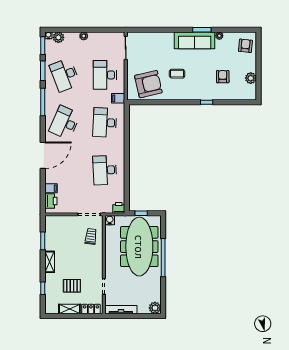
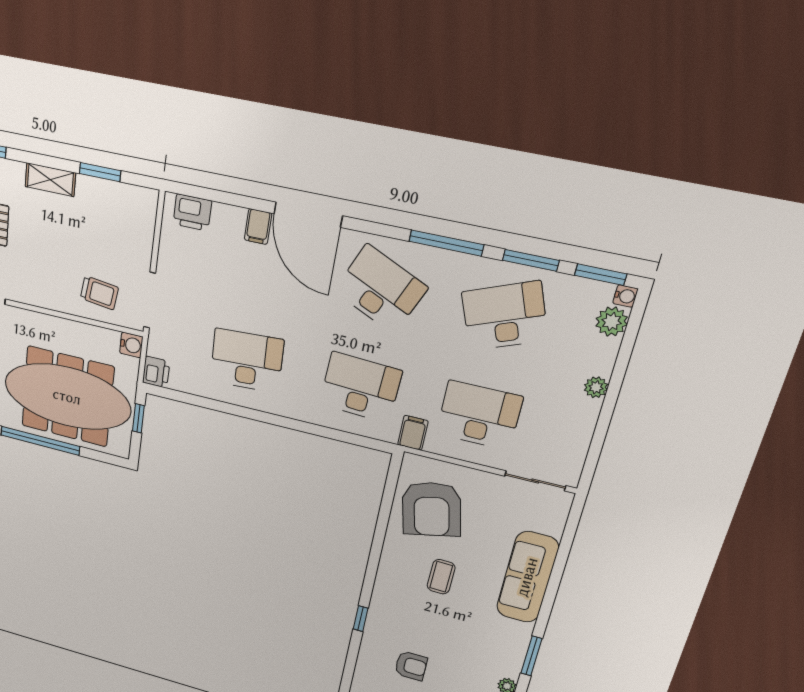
sofa: (195, 40) -> (527, 577), moved
filing cabinet: (51, 188) -> (258, 227), moved

